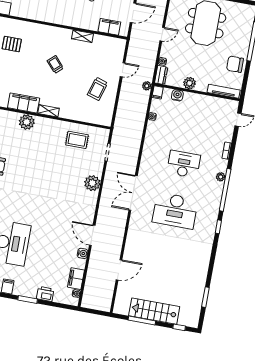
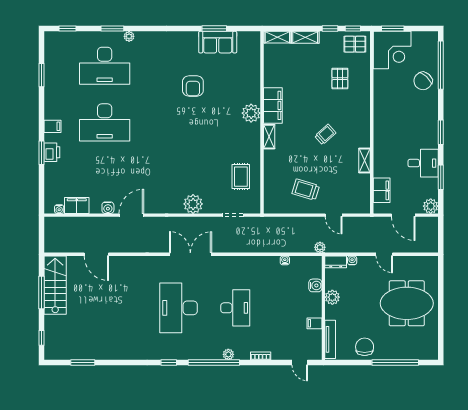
filing cabinet: (158, 92) -> (314, 323), moved
printer: (45, 294) -> (52, 152), moved
stairs: (154, 311) -> (55, 285), moved

